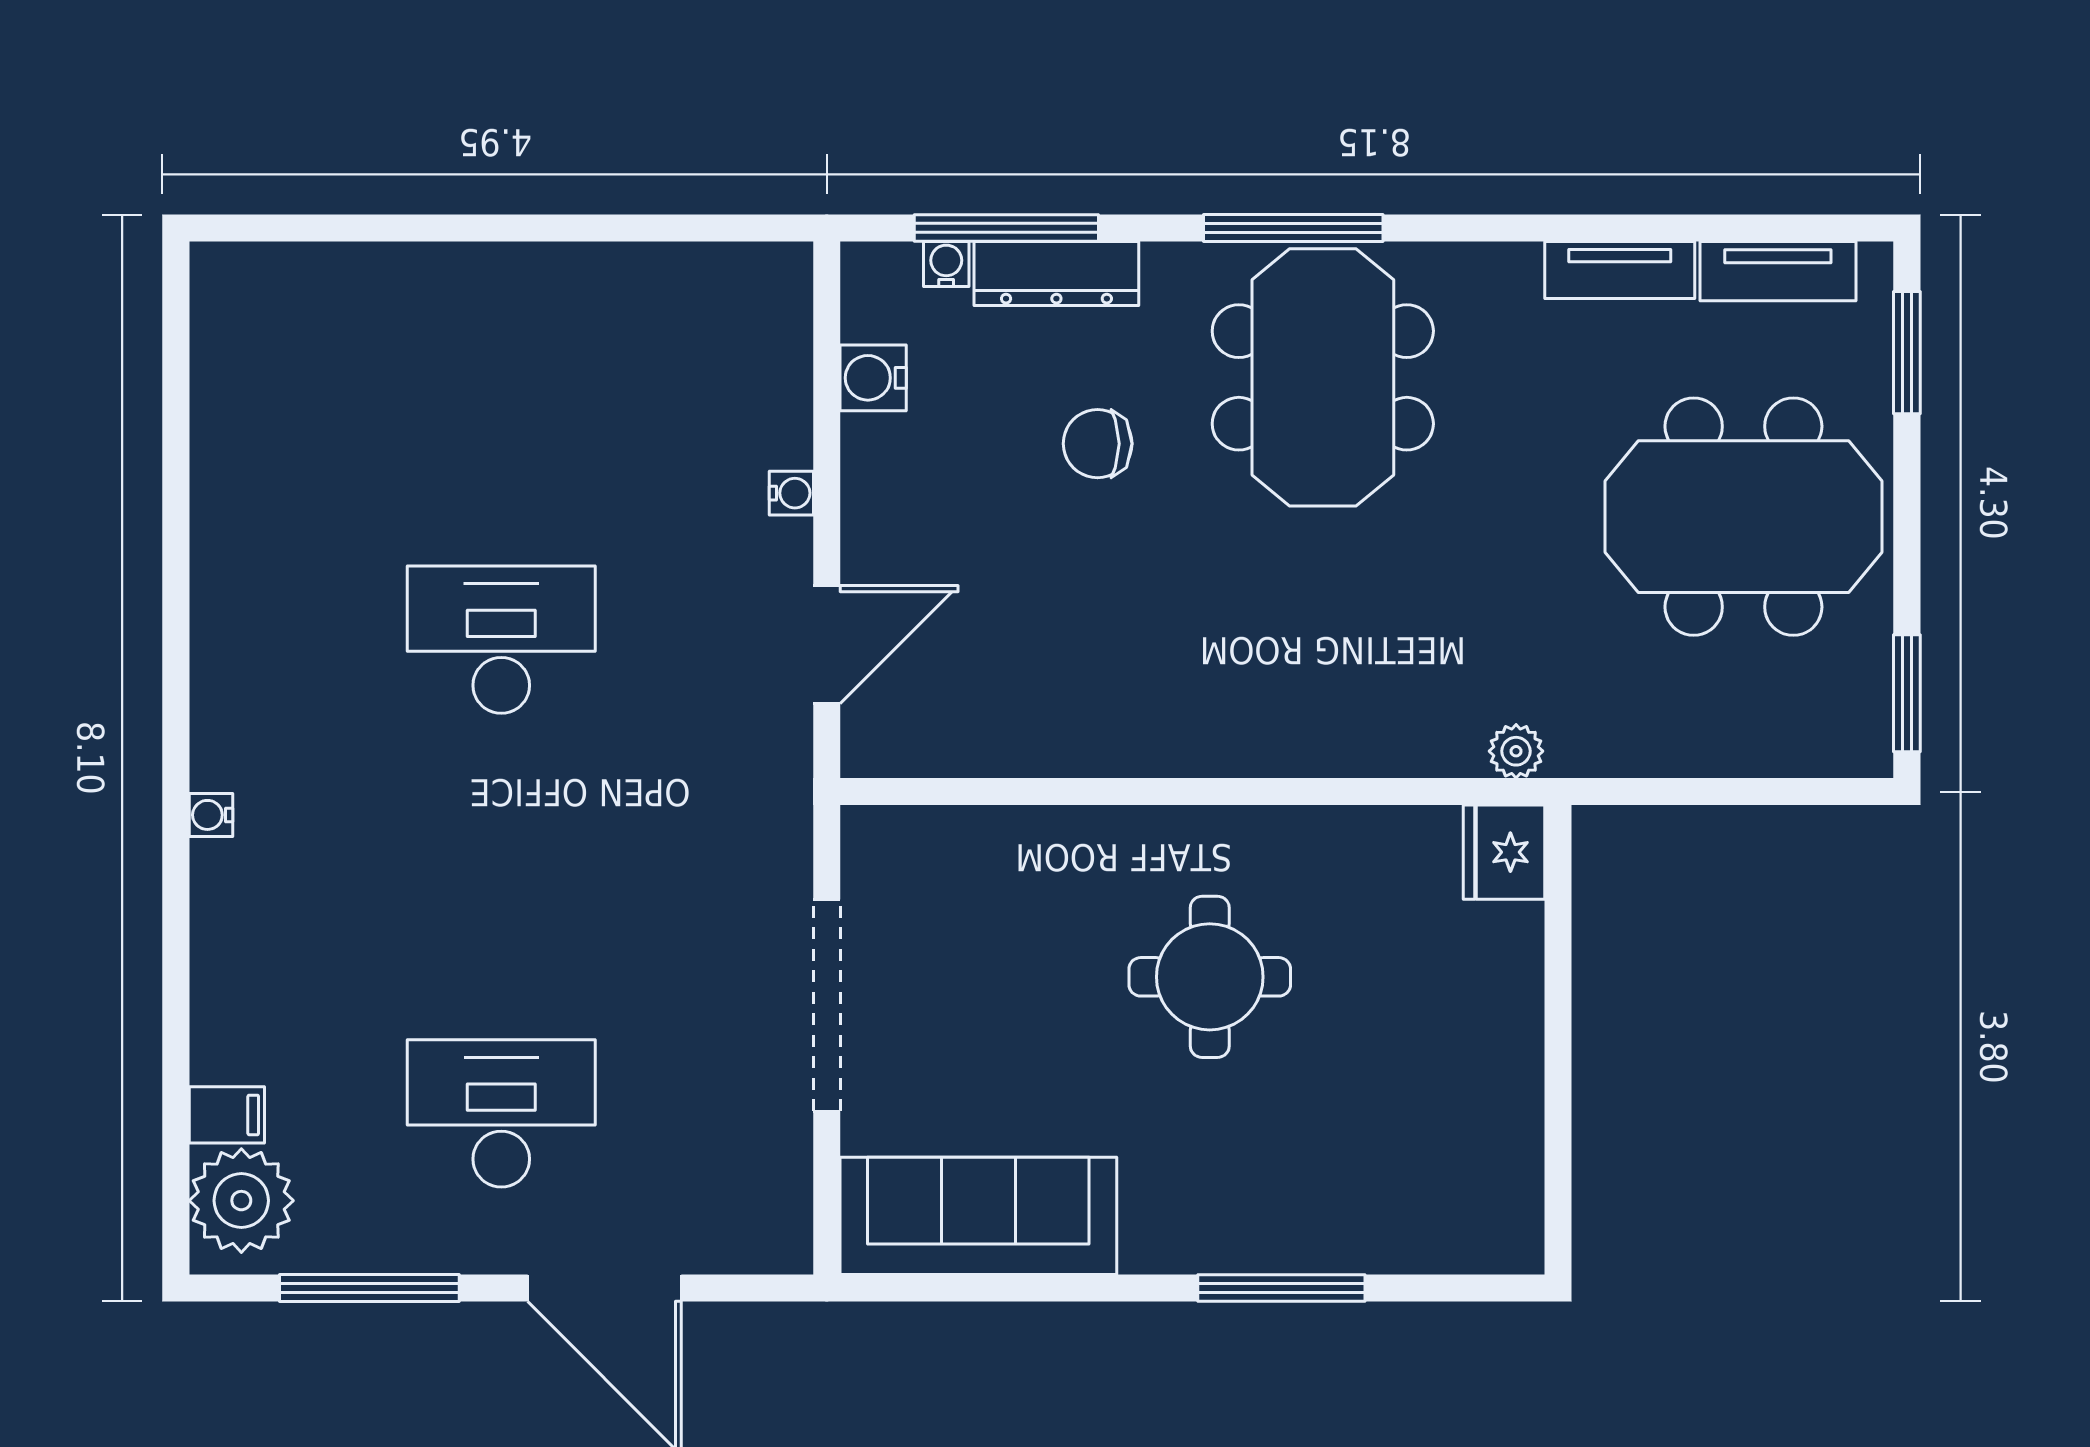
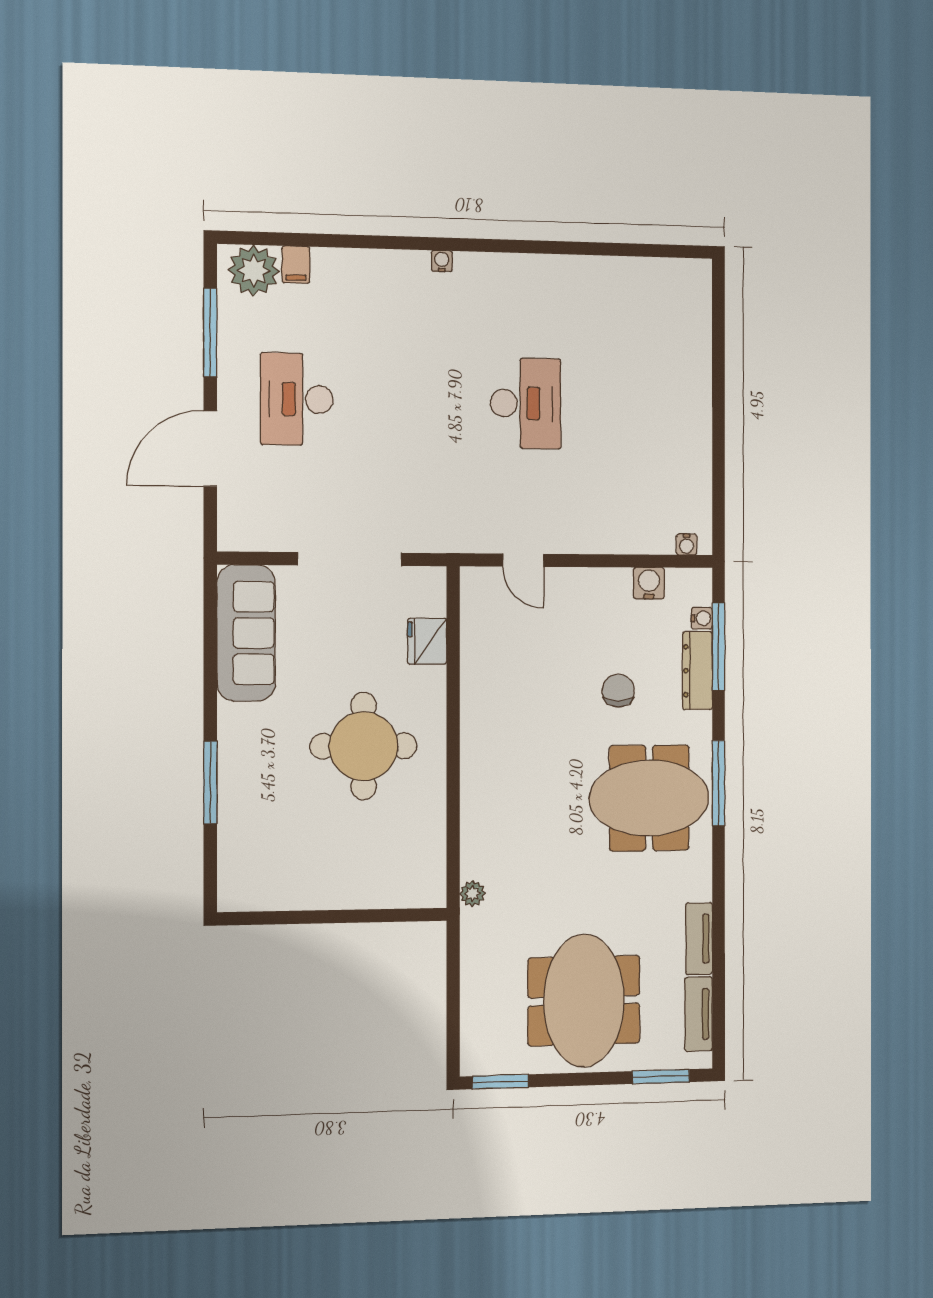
water cooler: (791, 493) -> (687, 544), moved
door: (827, 645) -> (523, 560), width x0.73
fridge: (1504, 852) -> (427, 641), moved, turned -90
round table: (1210, 977) -> (364, 746), width x1.36, depth x1.36
desk: (501, 1113) -> (297, 399), turned 180

